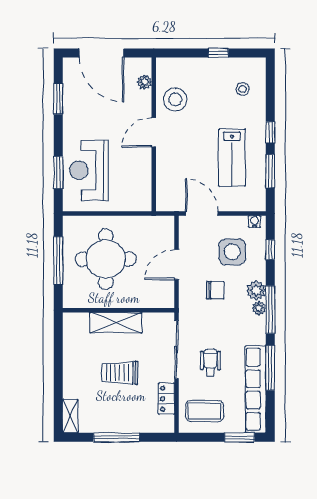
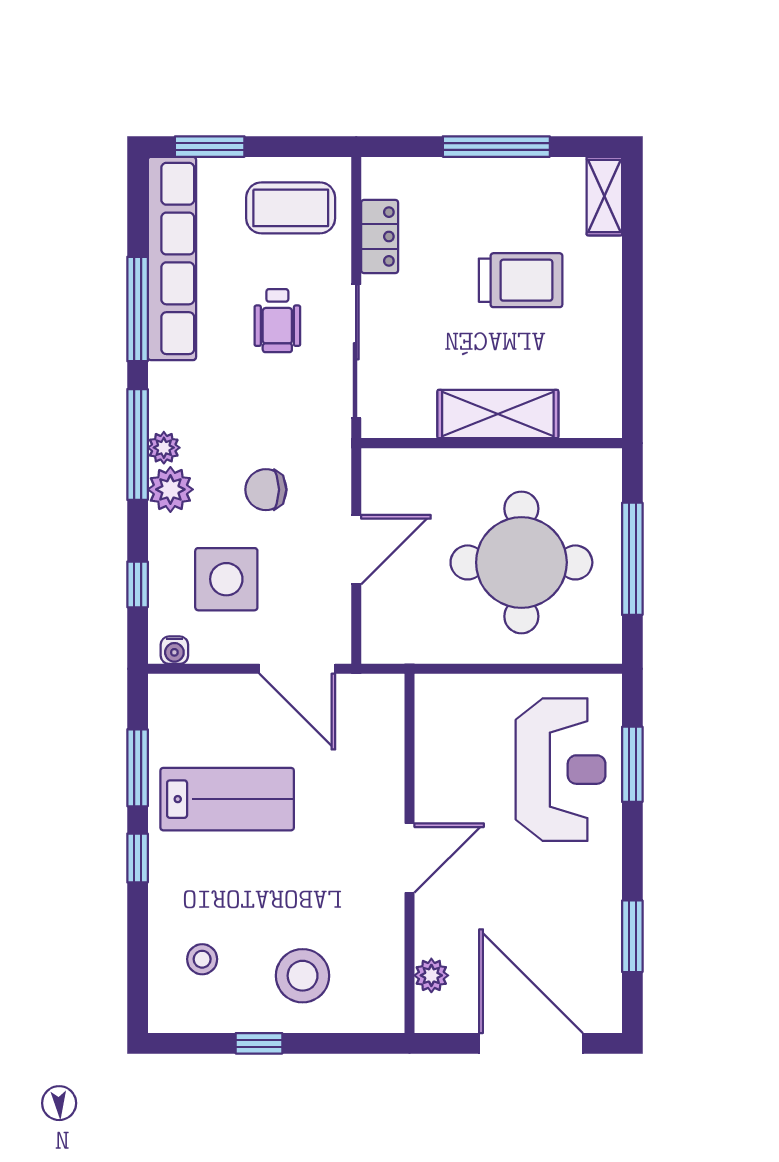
stool: (175, 100) -> (303, 976), moved
lab bench: (232, 158) -> (227, 799), turned 90
trolley: (120, 373) -> (521, 280), moved

